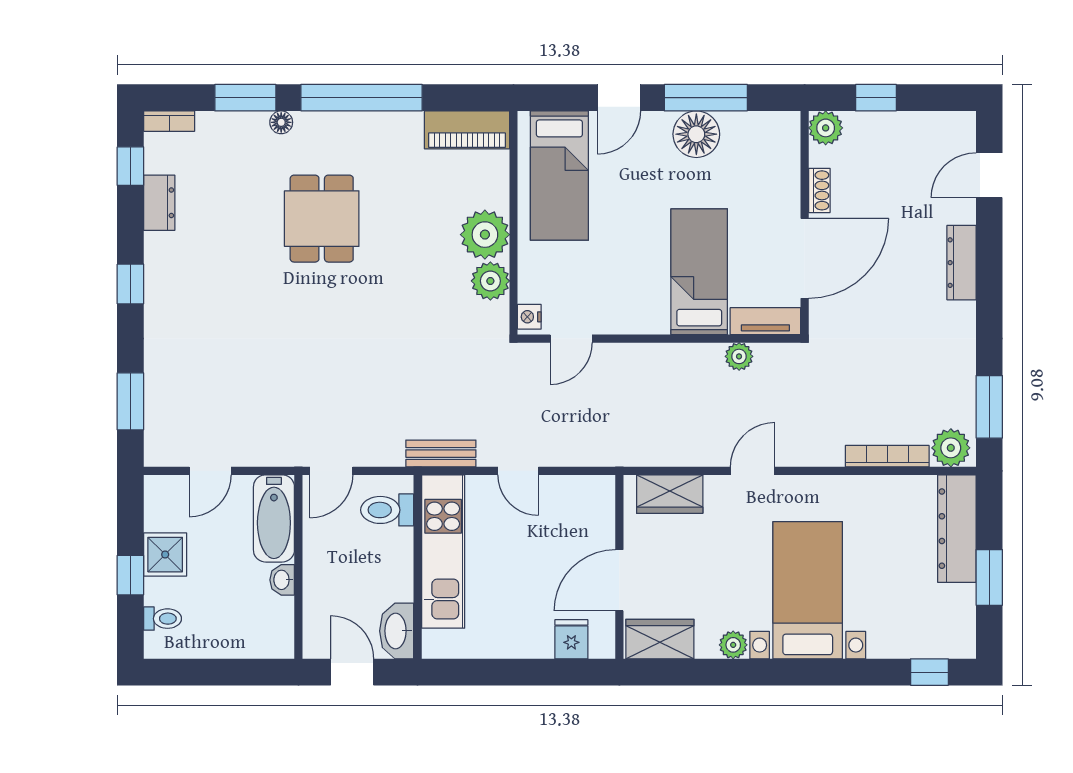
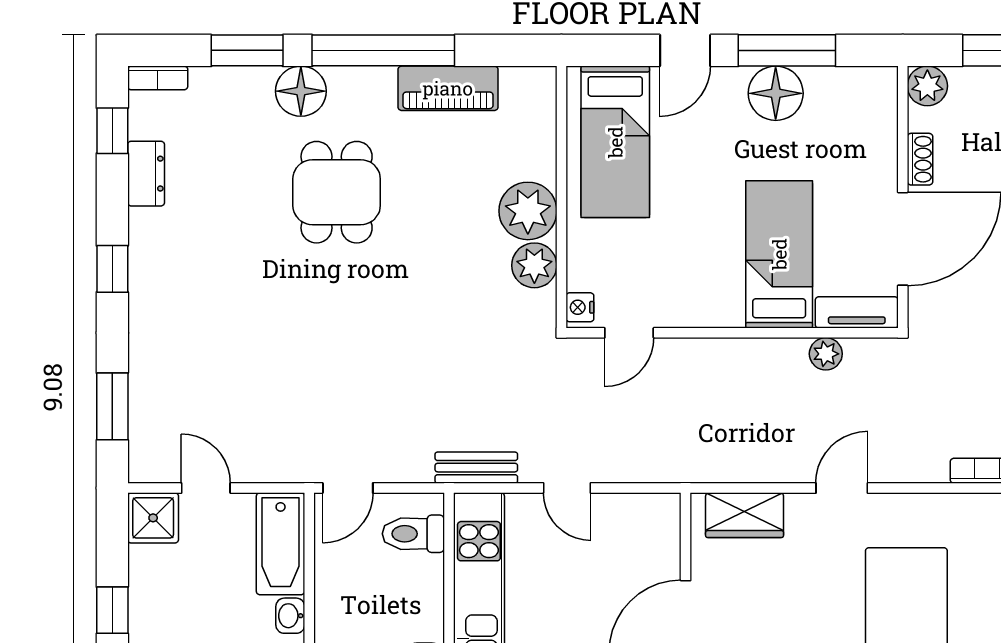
floor lamp: (281, 122) -> (301, 91), width x1.89, depth x1.89
piano: (467, 130) -> (448, 88), moved
door: (210, 471) -> (206, 488), swing flipped
shower: (165, 555) -> (153, 518), moved

